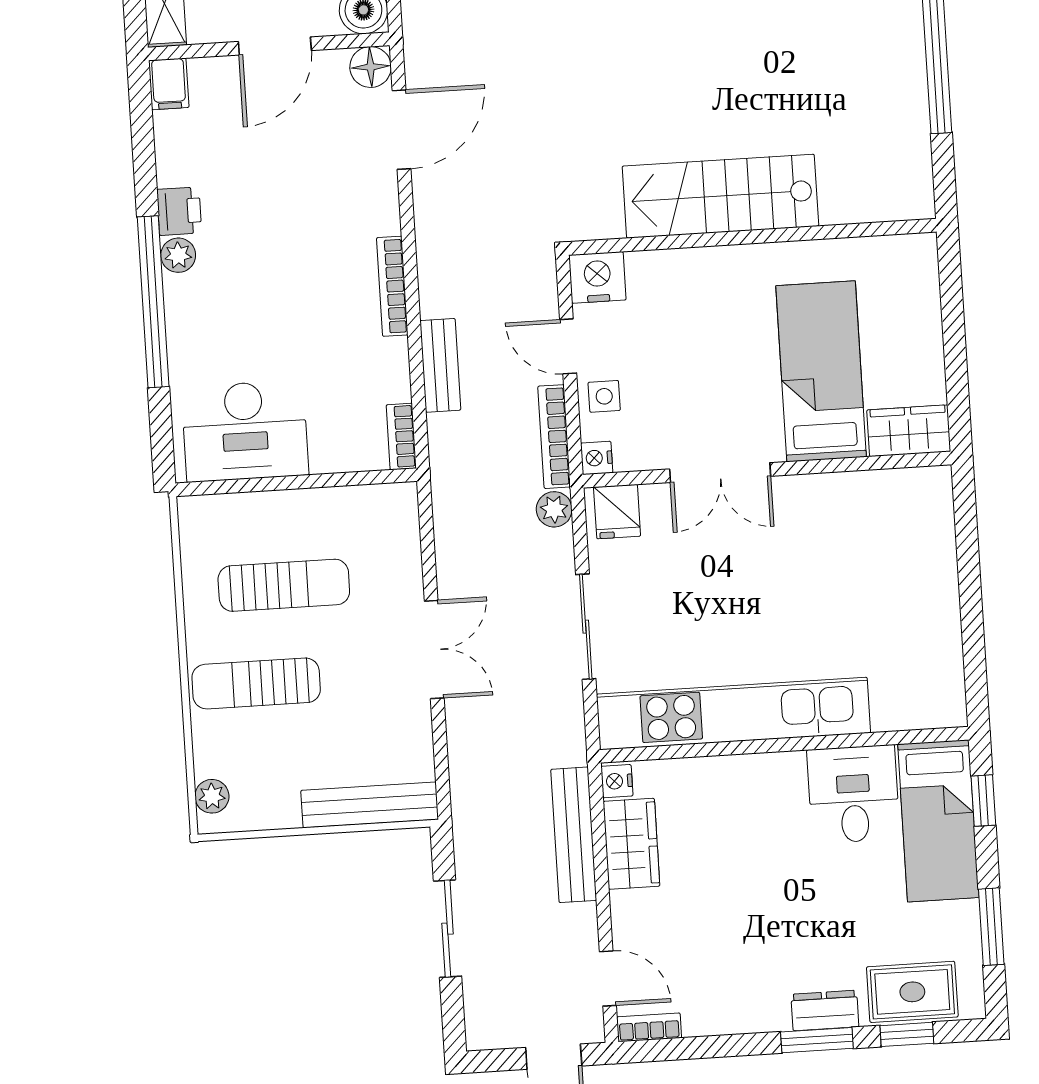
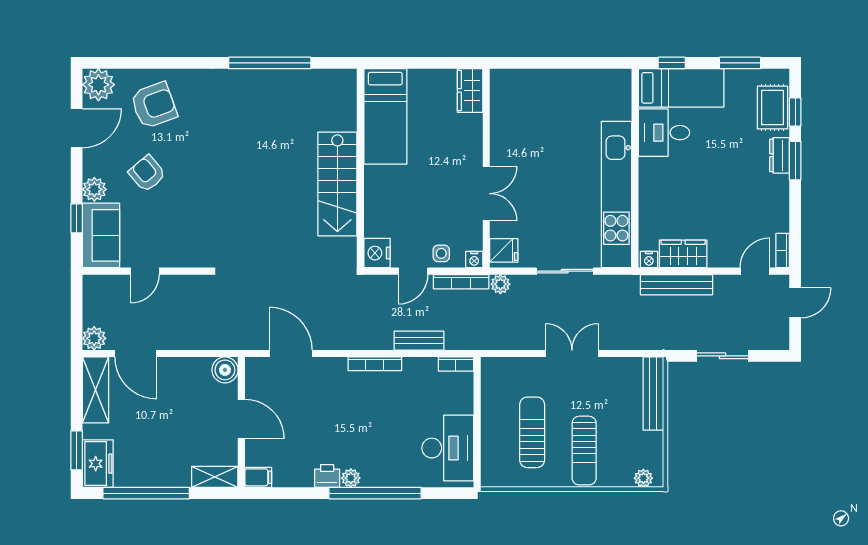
floor lamp: (371, 67) -> (256, 368), removed
bed: (821, 371) -> (385, 116), moved, turned -90

